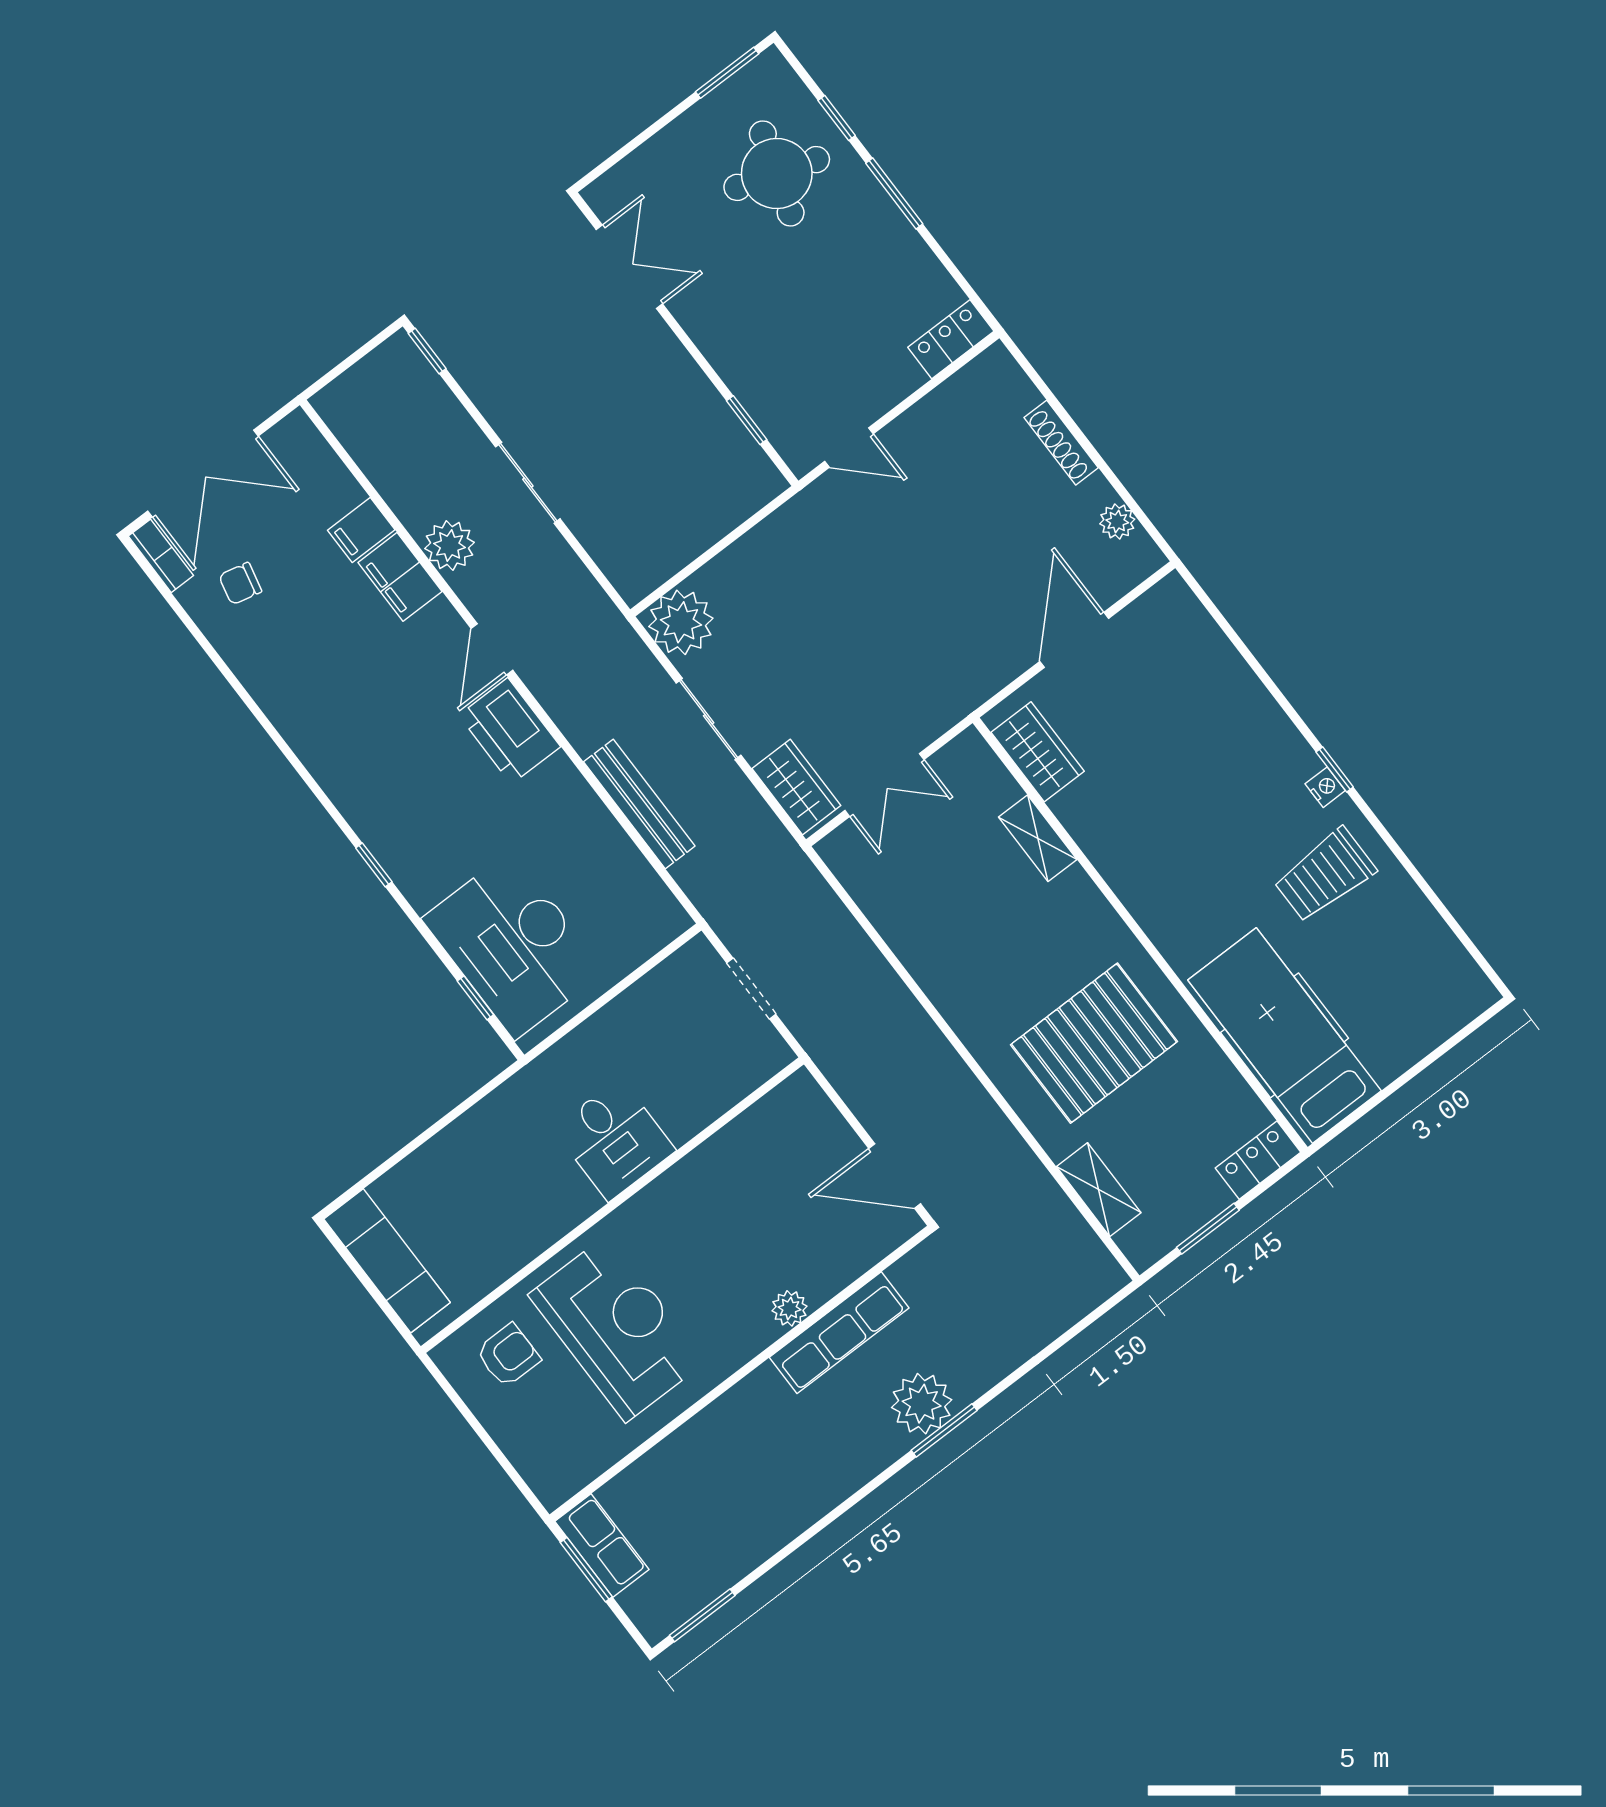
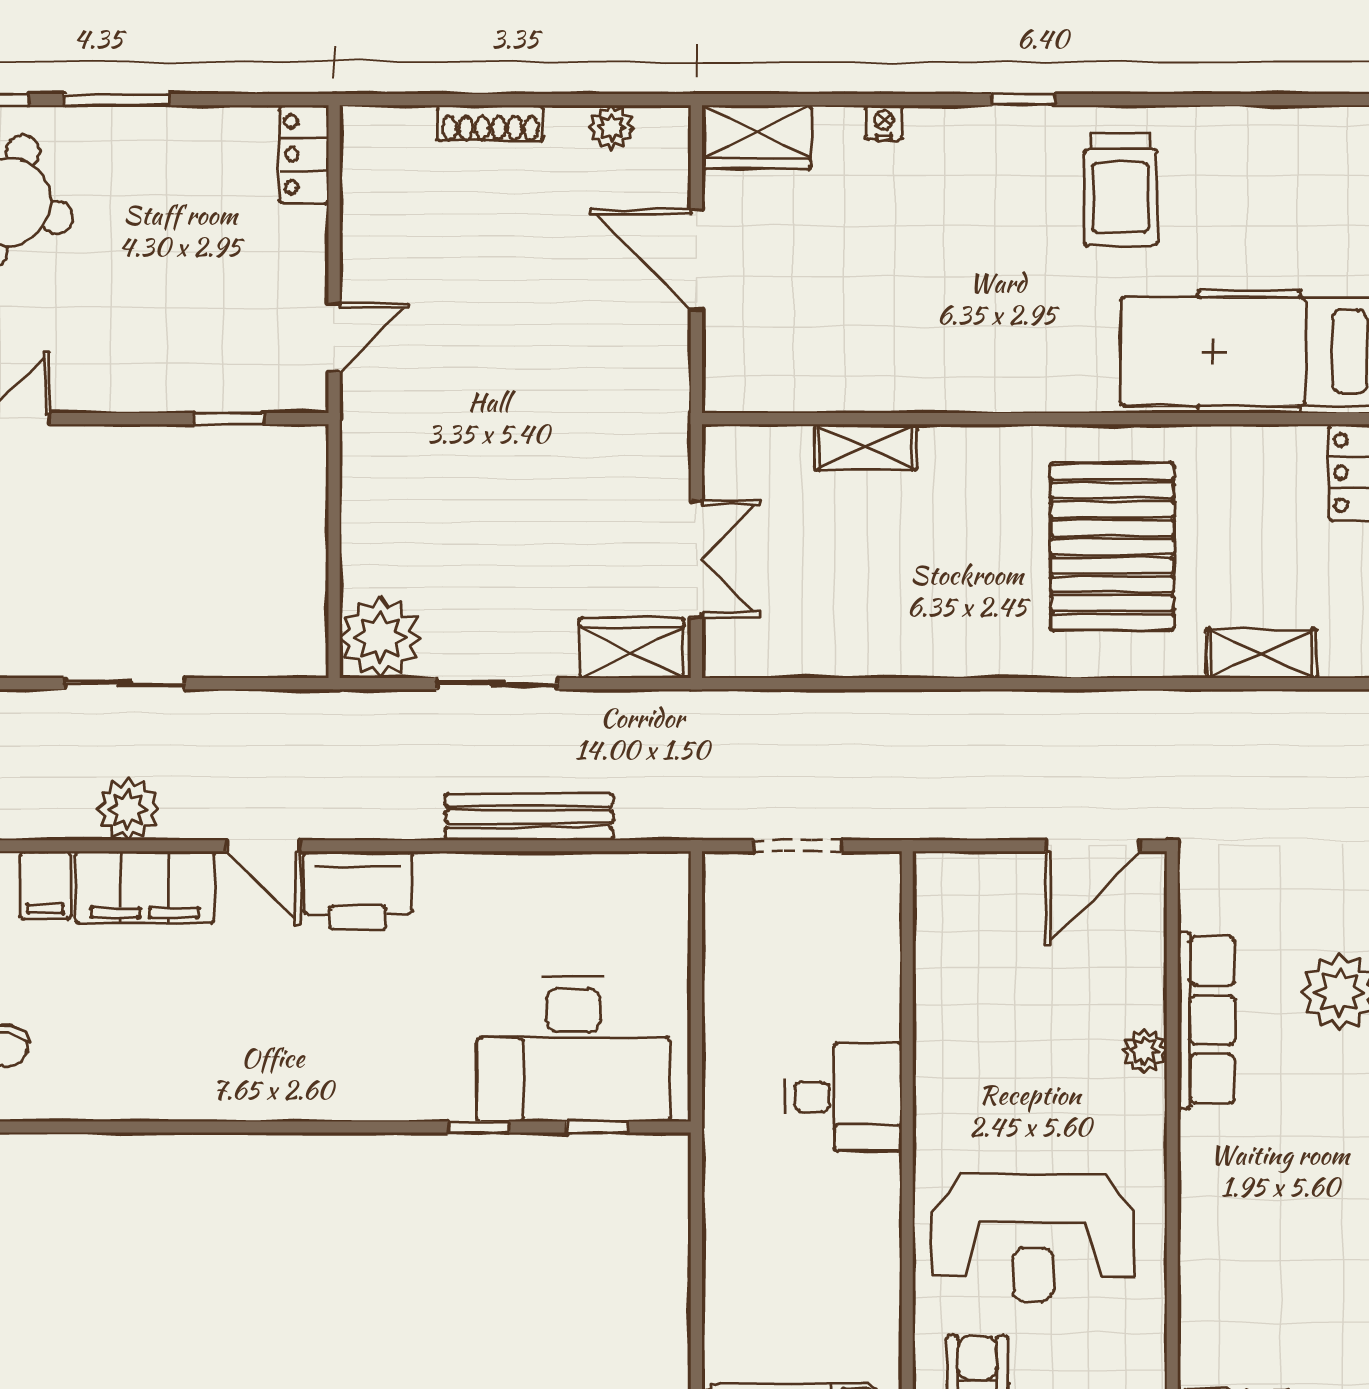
filing cabinet: (400, 577) -> (145, 887), width x1.50, depth x1.17
wardrobe: (1038, 752) -> (757, 137), moved, turned 180
nightstand: (1325, 787) -> (884, 123), moved
window: (374, 865) -> (479, 1127), moved
reception desk: (617, 1328) -> (1033, 1238), turned 180

